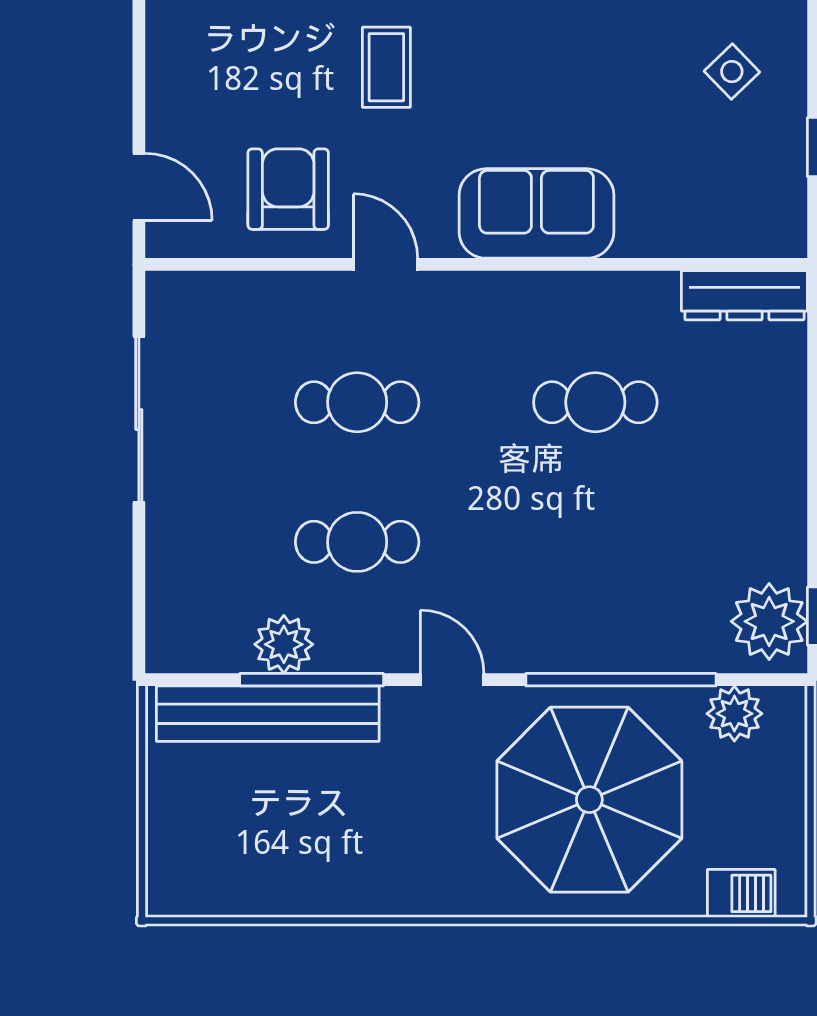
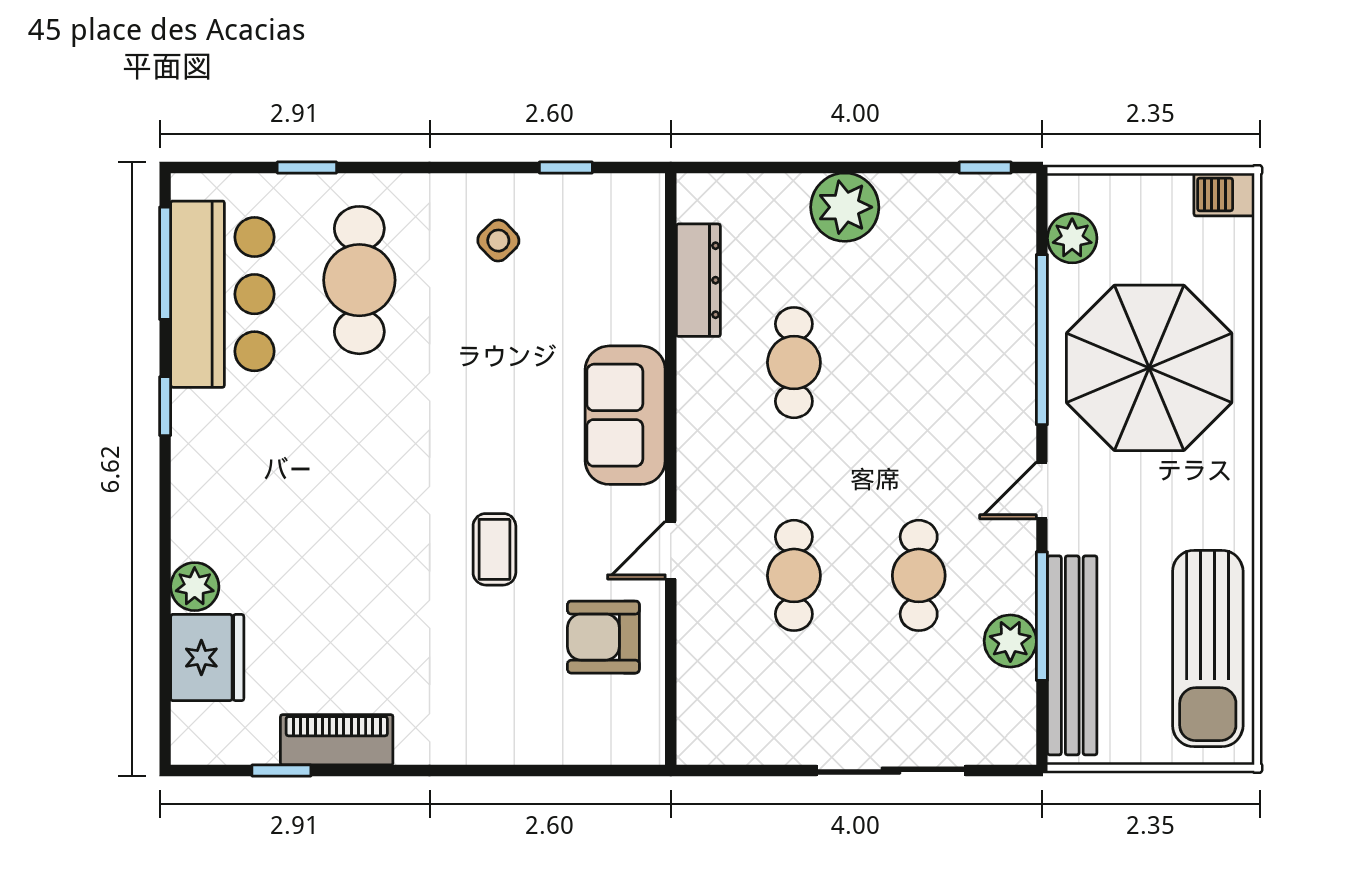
coffee table: (386, 67) -> (494, 549), turned 90
door: (139, 187) -> (601, 771), removed
dresser: (744, 295) -> (698, 280), moved
sliding door: (139, 420) -> (891, 771), moved
plant: (769, 621) -> (845, 207), moved
sun lounger: (275, 865) -> (1208, 648), added
barbecue: (741, 893) -> (1224, 194), moved, turned -90

